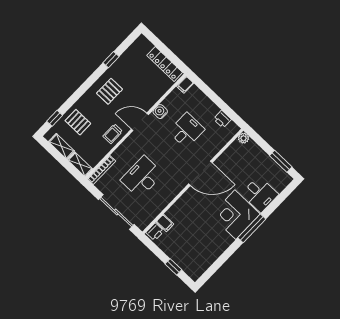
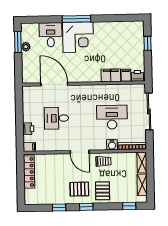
window: (89, 82) -> (86, 207), added
water cooler: (160, 112) -> (112, 145), moved
printer: (222, 119) -> (28, 129), moved
pallet: (78, 122) -> (103, 191), moved
plant: (243, 138) -> (26, 47), moved
door: (200, 173) -> (54, 84), moved
desk: (142, 177) -> (112, 117), turned 180
filing cabinet: (177, 210) -> (111, 75), added

